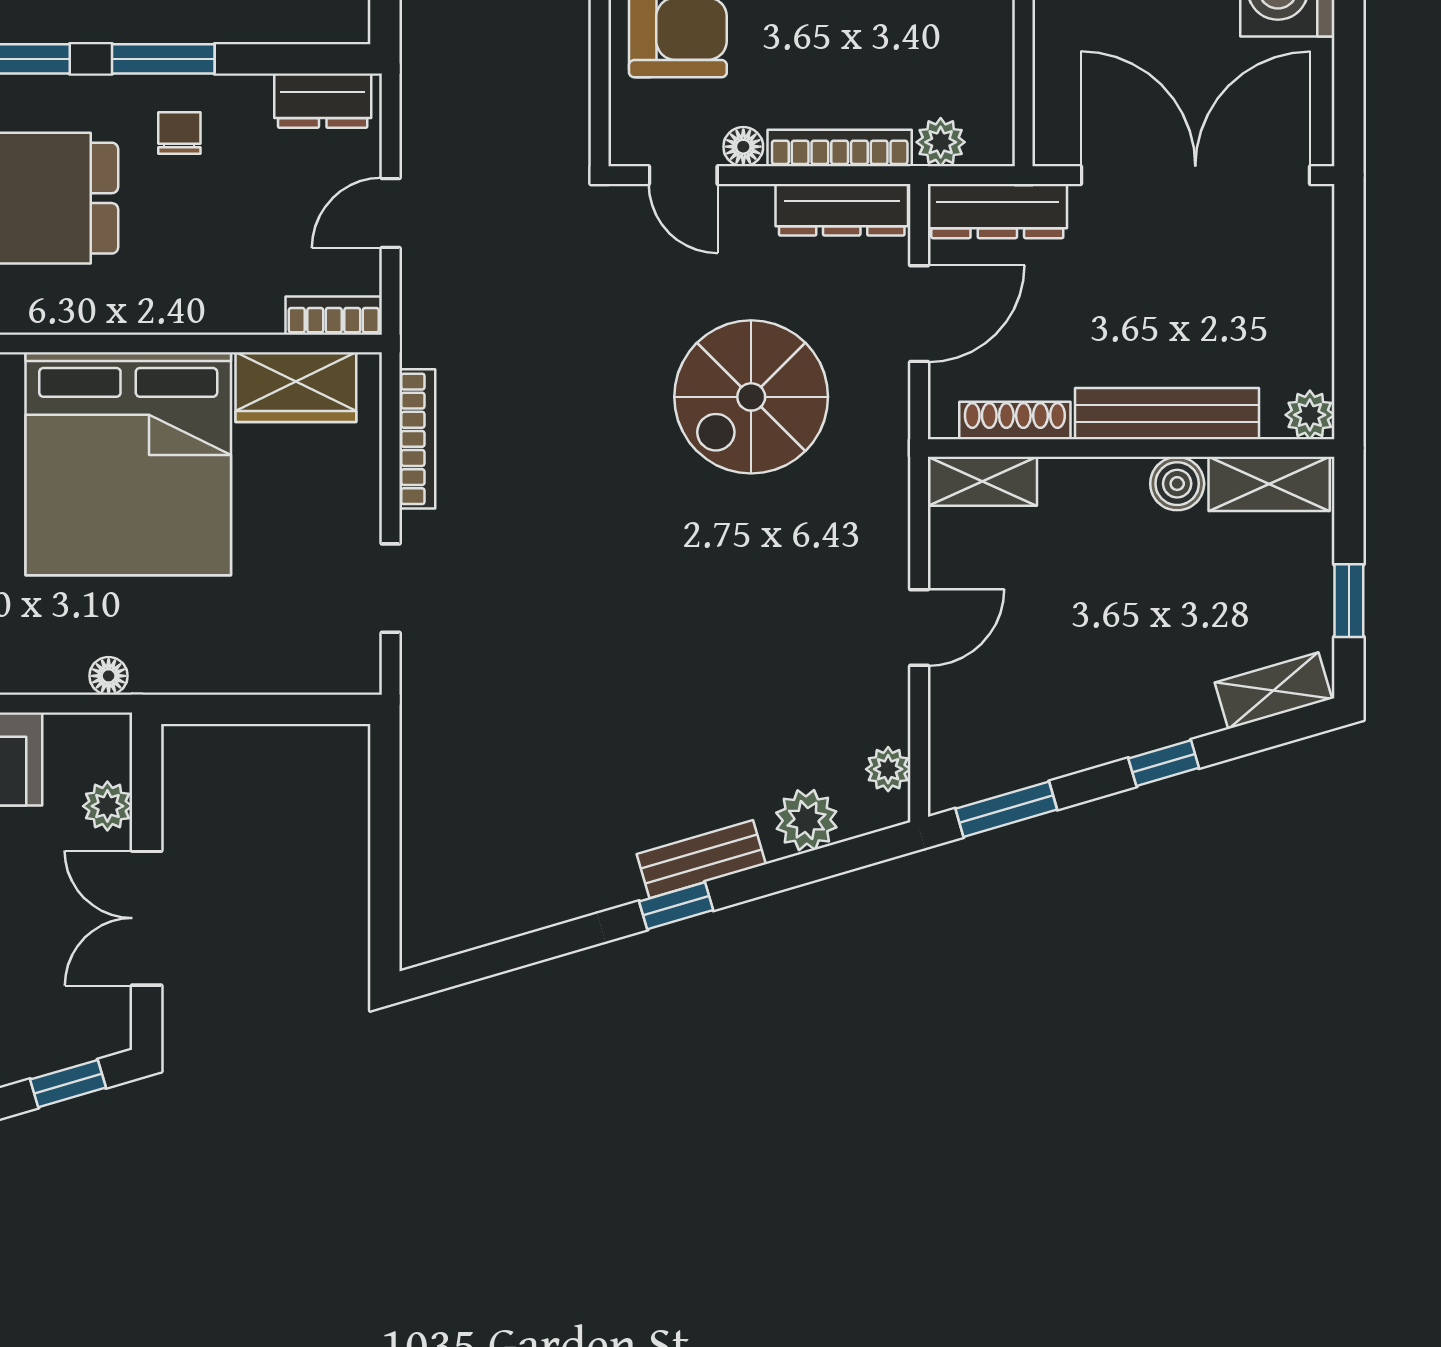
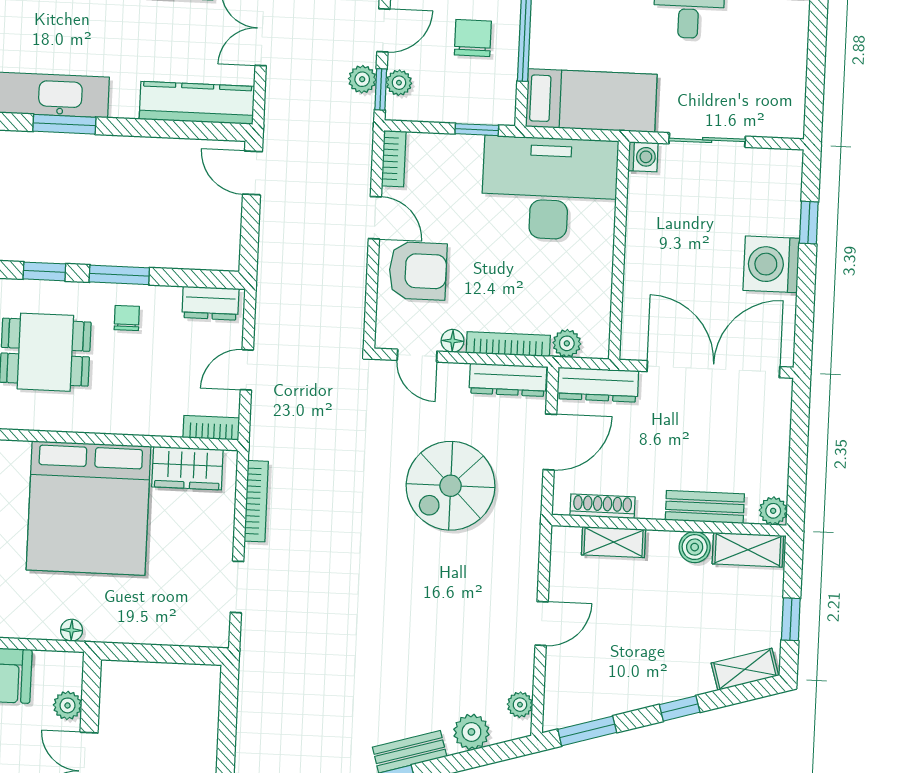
bench: (1167, 414) -> (705, 507), width x0.73
shelving: (982, 481) -> (614, 542), moved

